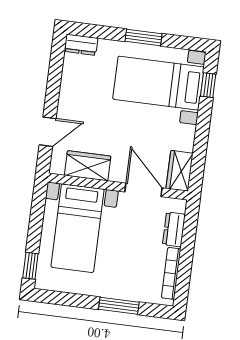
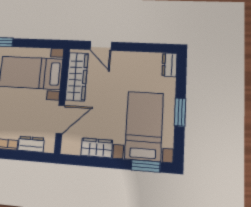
window: (208, 85) -> (146, 166), width x1.50
wardrobe: (88, 166) -> (77, 77), width x1.50
wardrobe: (180, 171) -> (97, 148), moved

